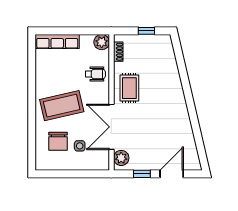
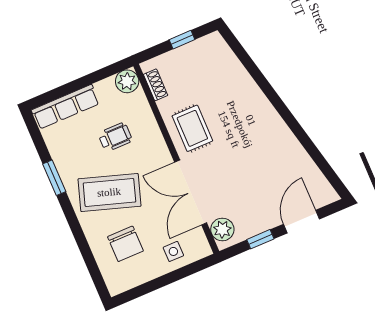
wheelchair: (95, 74) -> (115, 137), moved
window: (32, 82) -> (54, 178), added
coffee table: (62, 106) -> (109, 192), turned 31
side table: (80, 146) -> (173, 251), moved

